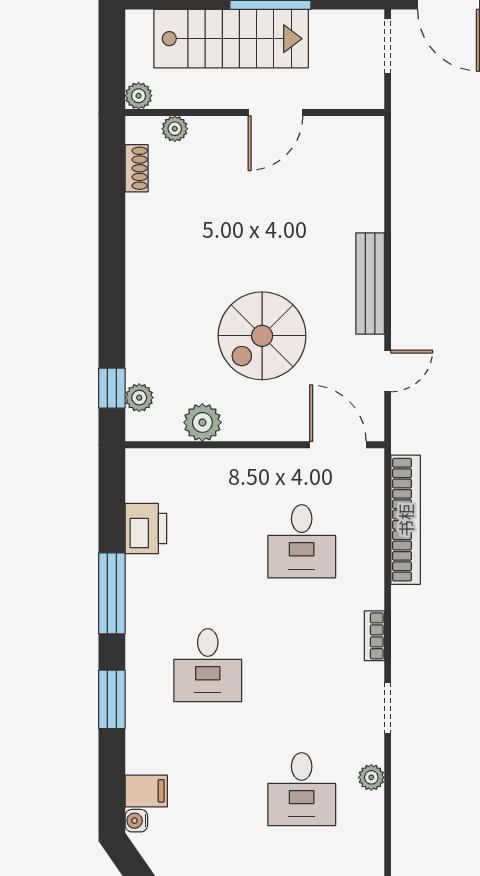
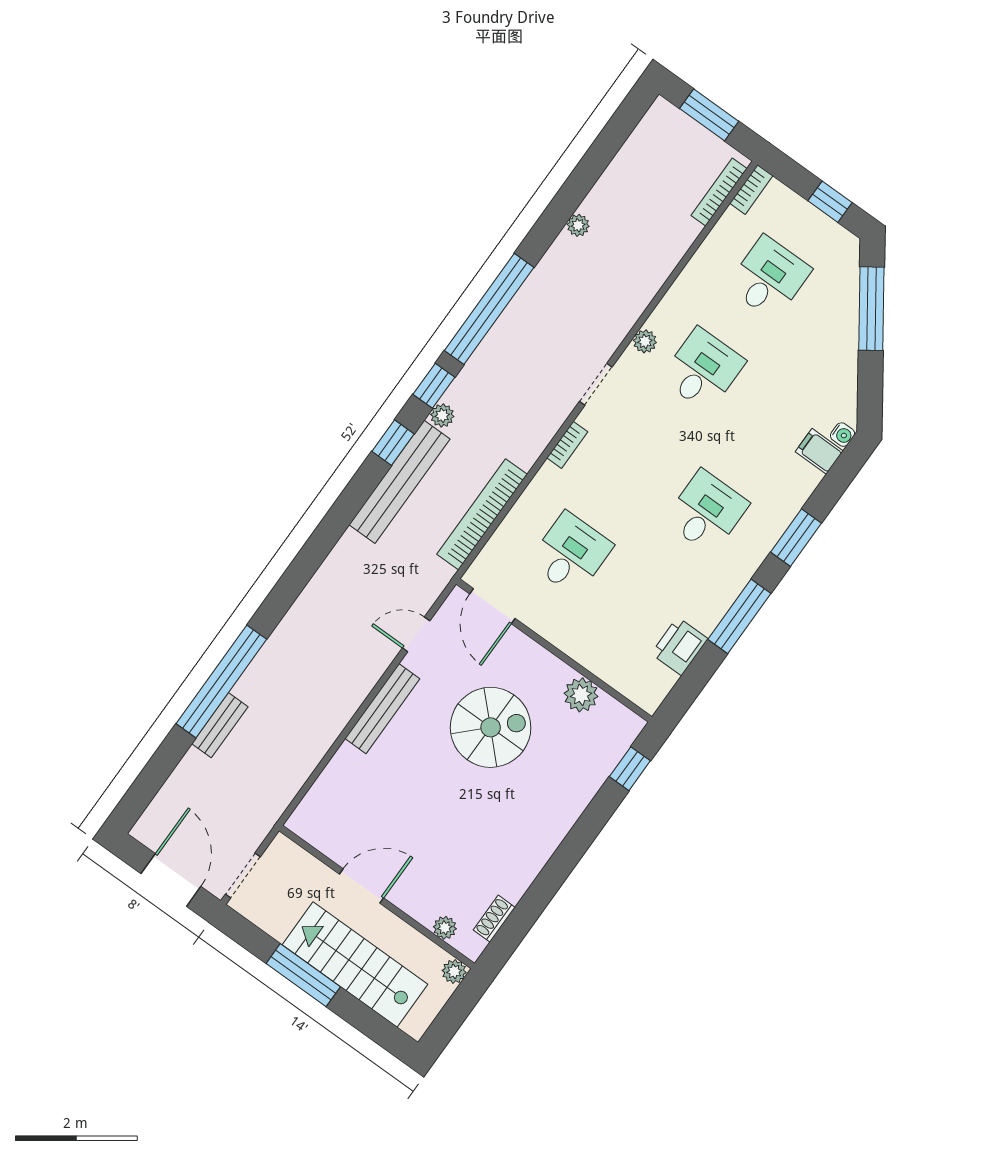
plant: (139, 398) -> (615, 747), removed

